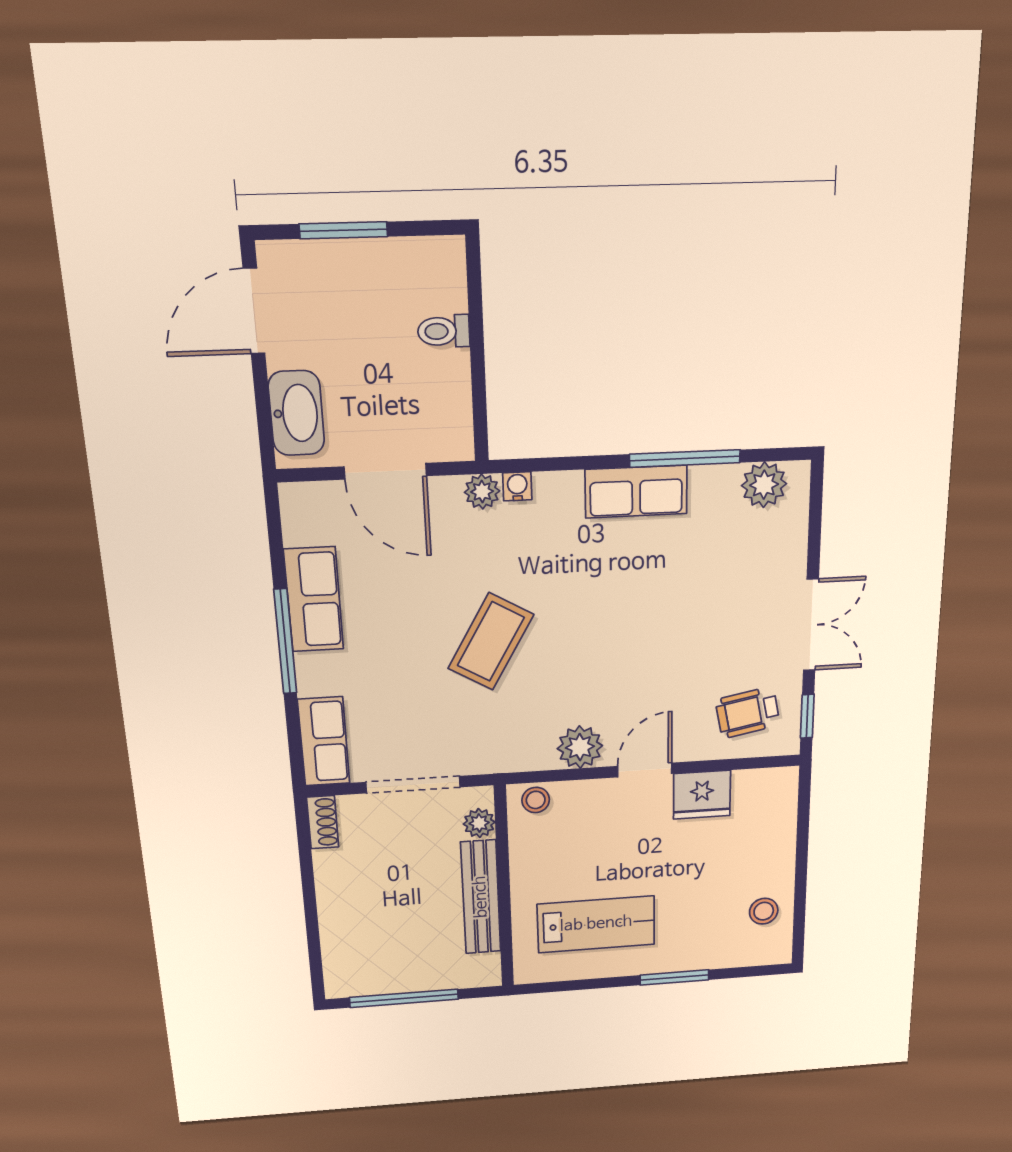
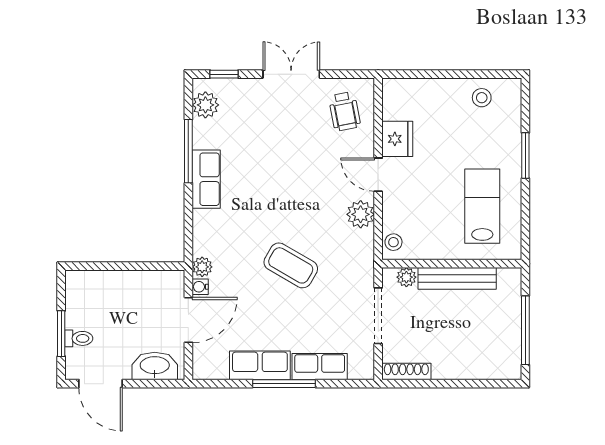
toilet: (444, 331) -> (79, 338), moved, turned -90
water cooler: (517, 486) -> (200, 287), moved
window: (807, 716) -> (224, 74), moved
row of seats: (324, 741) -> (320, 367), moved
shoe rack: (323, 822) -> (406, 371), width x1.43

